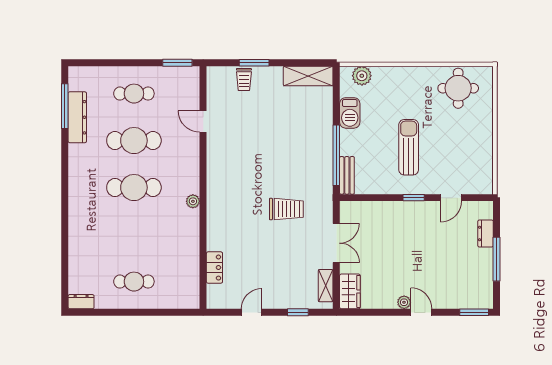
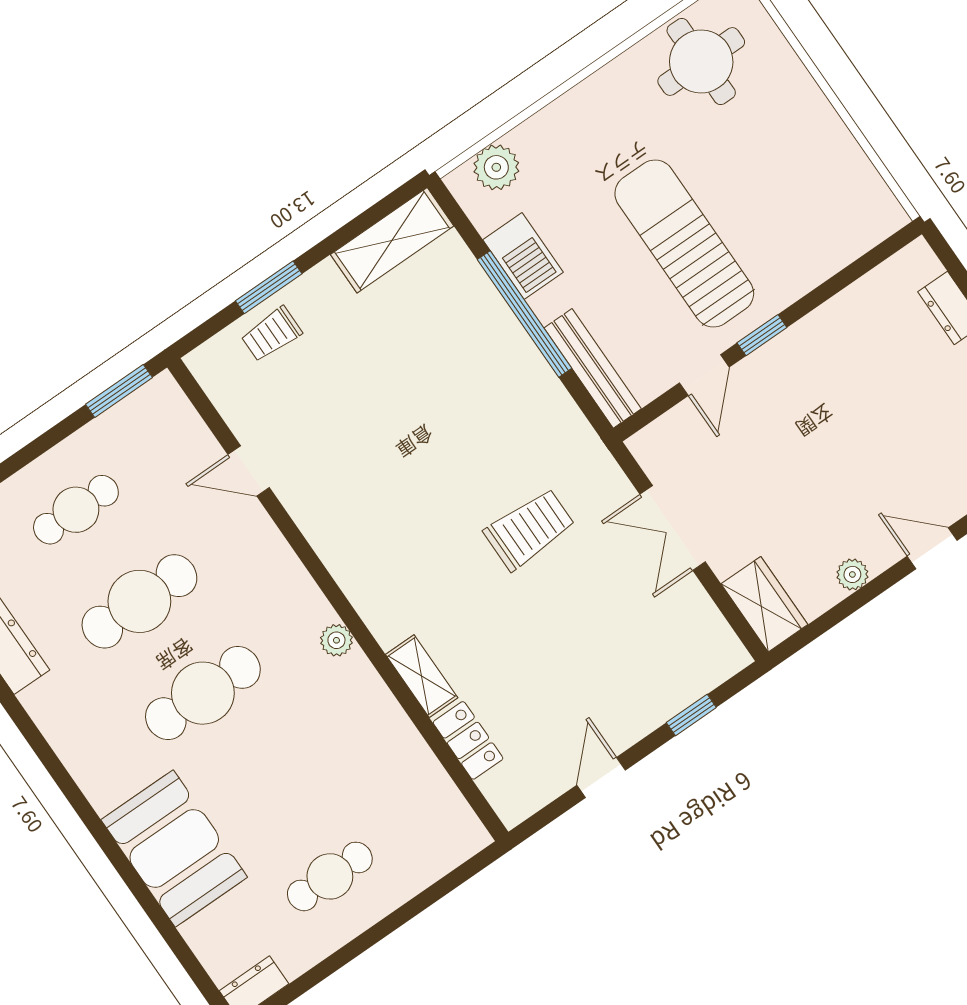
trolley: (244, 80) -> (271, 334), turned 90
sun lounger: (409, 147) -> (684, 243), width x1.36, depth x1.34
window: (336, 155) -> (524, 314), moved
bench: (347, 175) -> (593, 368), width x1.36
door: (451, 198) -> (704, 375), moved
booth: (87, 234) -> (174, 848), added
double door: (336, 243) -> (673, 528), swing flipped
shelving: (326, 286) -> (422, 676), moved
plant: (404, 302) -> (852, 574), moved

